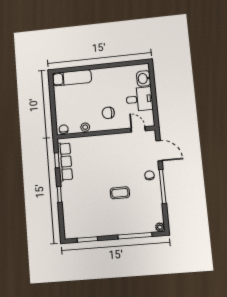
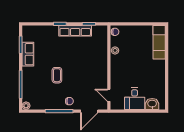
chair: (108, 113) -> (125, 71), removed
door: (138, 129) -> (109, 95), swing flipped
row of seats: (65, 162) -> (75, 31), moved
row of seats: (98, 230) -> (28, 54), added

